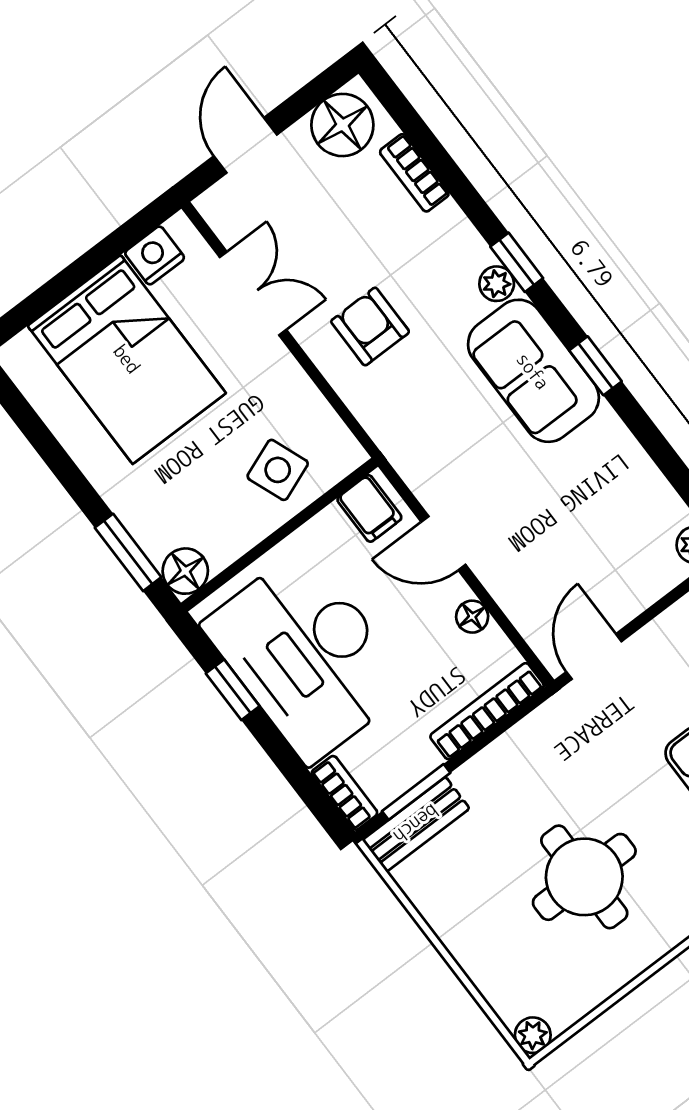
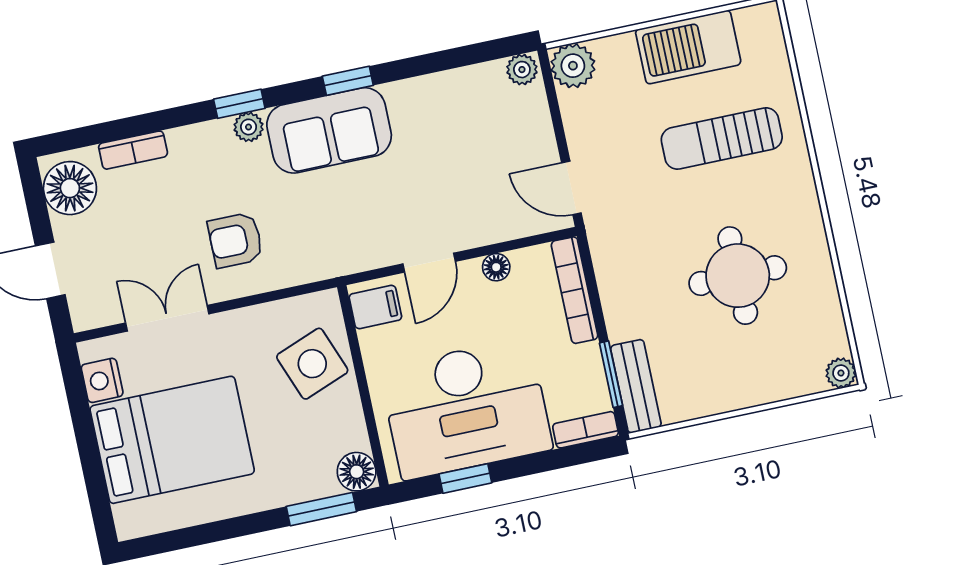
side table: (278, 470) -> (312, 364), width x1.37, depth x1.37

